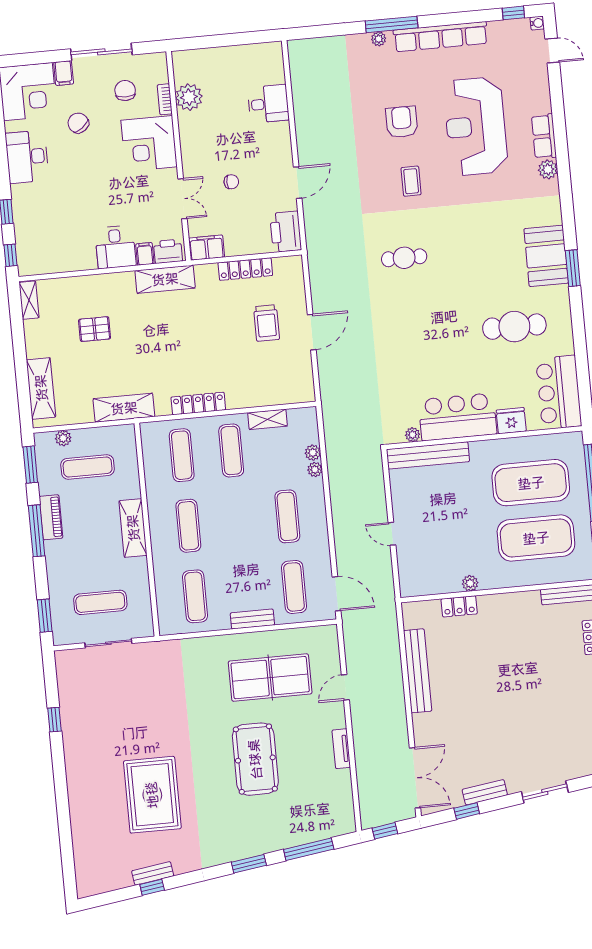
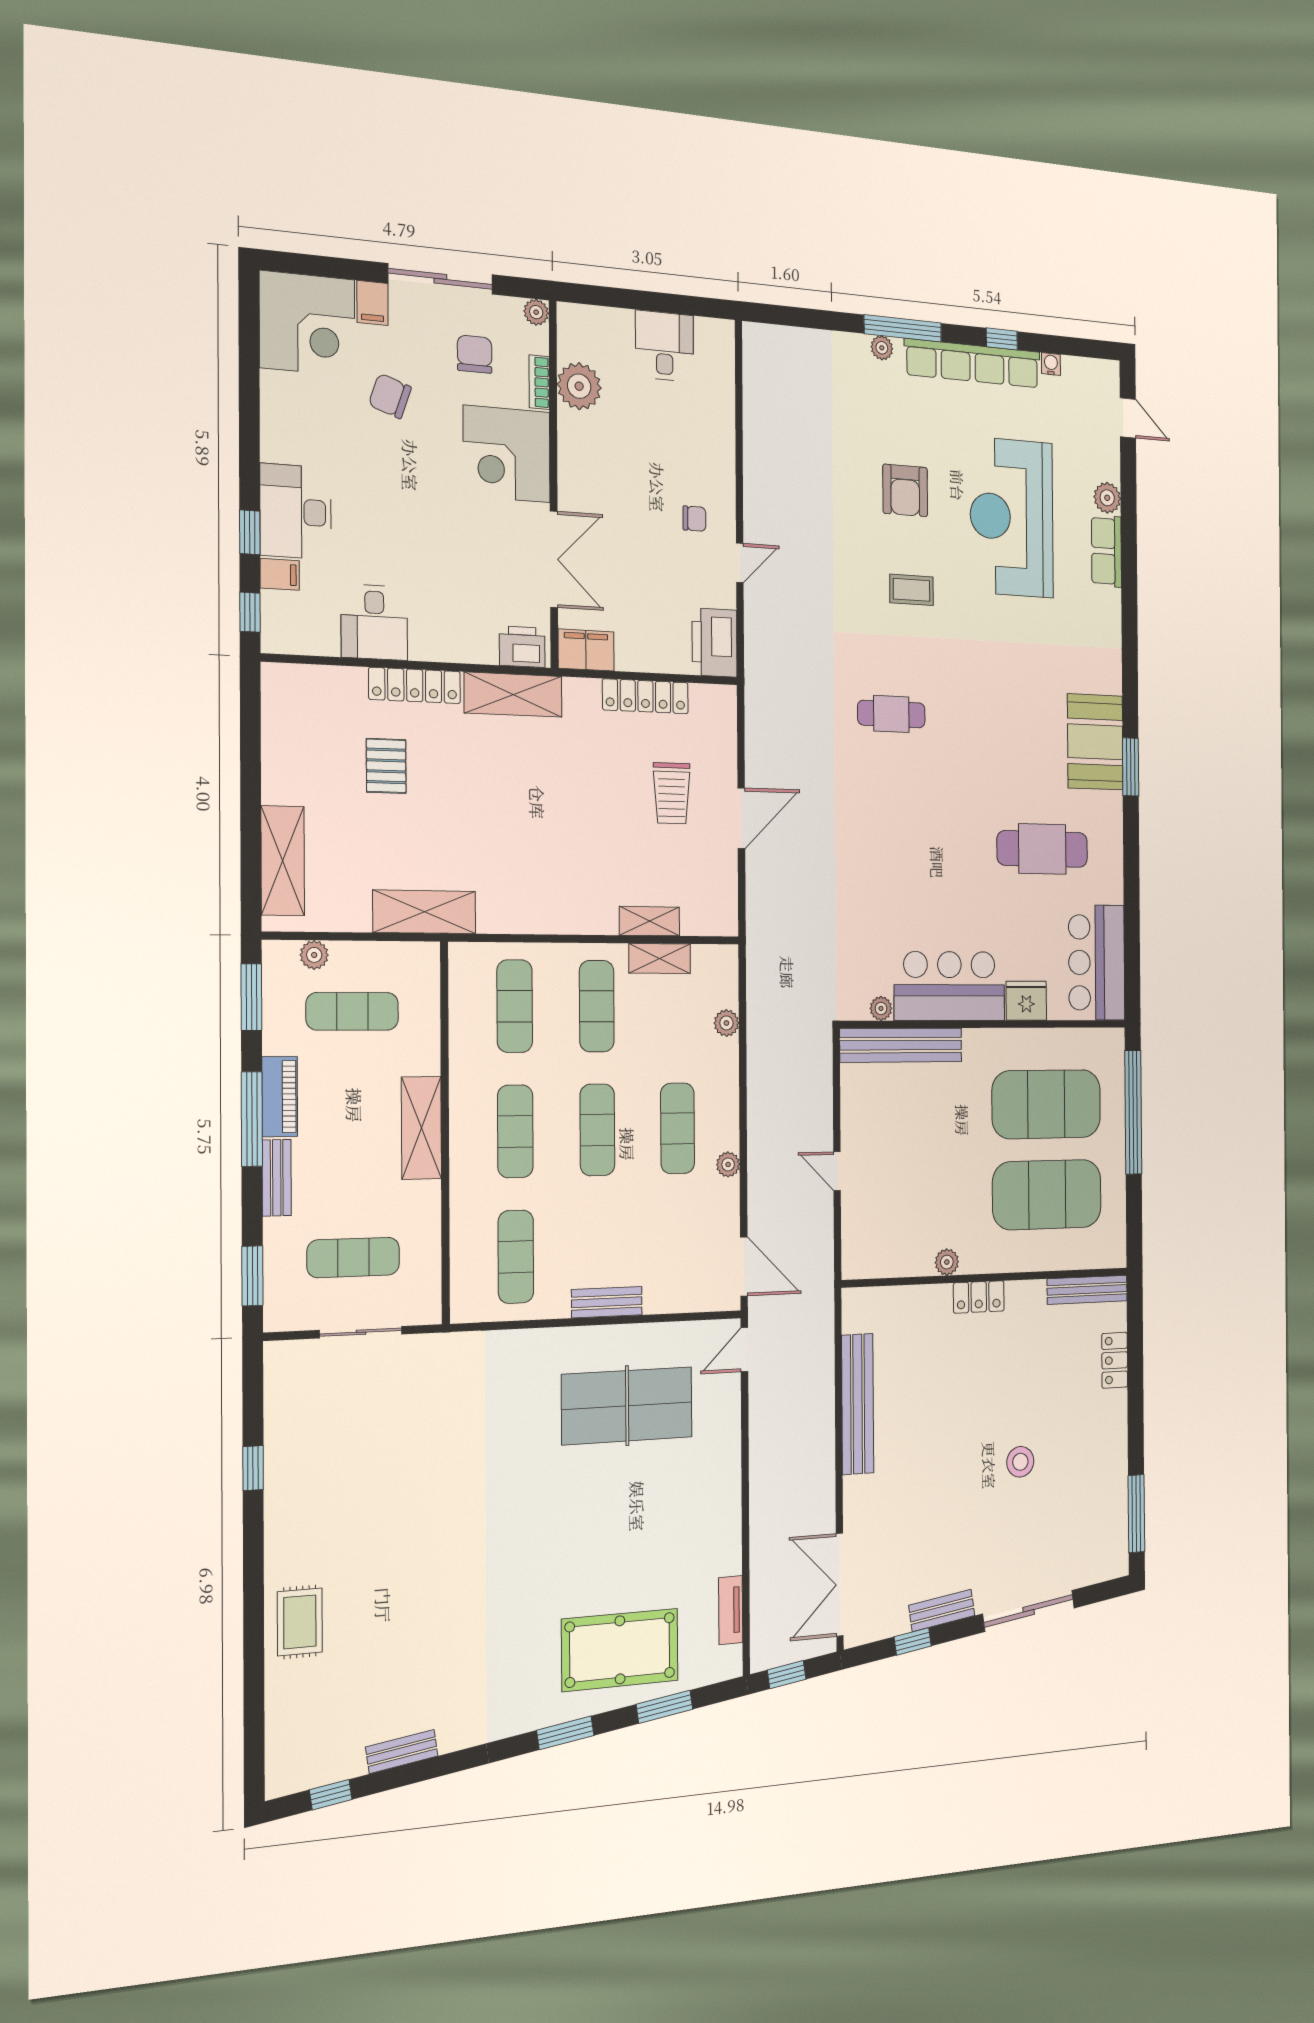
window: (513, 13) -> (1002, 339), moved
water cooler: (537, 23) -> (1051, 364), moved, turned -90
plant: (159, 60) -> (536, 312), added
desk: (268, 104) -> (665, 346), moved, turned -90
armchair: (402, 122) -> (905, 490), turned 180
chair: (78, 123) -> (390, 396), turned -34
desk: (27, 157) -> (296, 512), moved
plant: (548, 169) -> (1107, 498), moved
coffee table: (411, 181) -> (911, 590), turned 90
chair: (231, 182) -> (694, 519), moved
door: (298, 183) -> (740, 563), width x0.73
double door: (183, 199) -> (554, 559), width x1.37
desk: (115, 247) -> (374, 622), moved
filing cabinet: (145, 254) -> (280, 574), moved, turned 90
shelving: (29, 300) -> (649, 921), moved, turned 90
pallet: (95, 329) -> (386, 766), turned 90
locker: (198, 404) -> (415, 685), moved, turned 180
plant: (315, 470) -> (728, 1164), moved
bench: (53, 562) -> (277, 1178), added
exercise mat: (294, 587) -> (597, 1130), moved
locker: (459, 606) -> (979, 1297), moved
door: (345, 687) -> (744, 1350), moved
stool: (531, 702) -> (1020, 1462), added
tv unit: (341, 749) -> (731, 1610), moved
pool table: (255, 759) -> (620, 1650), moved, turned 90
double door: (415, 778) -> (840, 1585), swing flipped
sliding door: (545, 792) -> (1029, 1611), width x1.37
rug: (152, 795) -> (300, 1622), moved, width x0.54, depth x0.49
window: (309, 849) -> (665, 1707), width x0.69
window: (152, 887) -> (331, 1795), moved

